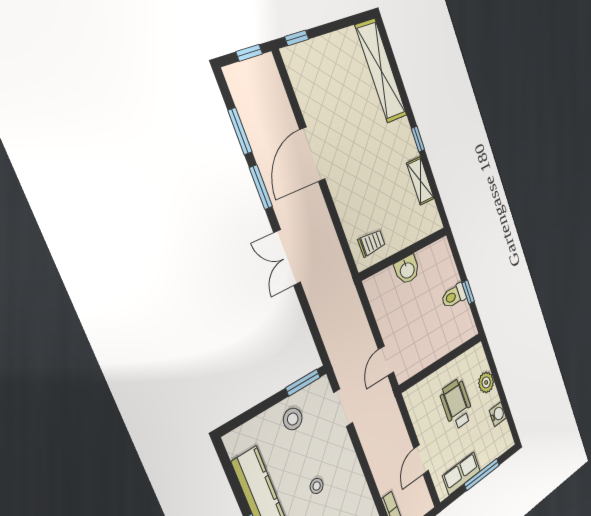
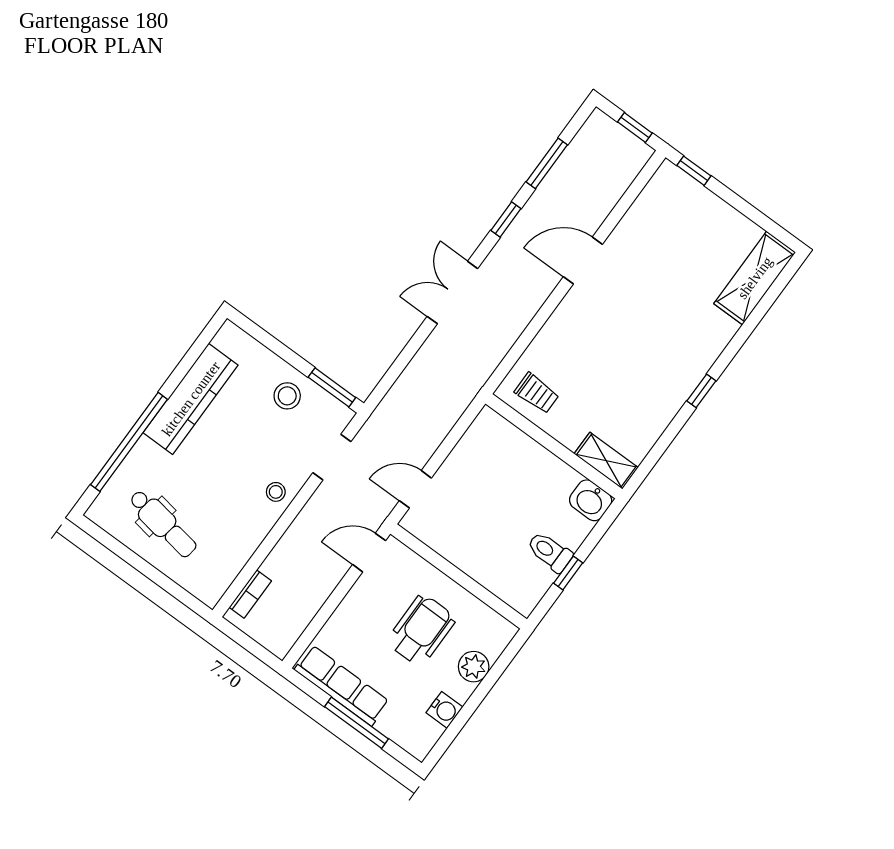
shelving: (381, 71) -> (755, 278), width x0.68
door: (312, 154) -> (583, 260), width x0.73
shelving: (420, 181) -> (606, 461), moved, turned 90
window: (261, 187) -> (506, 220), width x0.67
washbasin: (407, 270) -> (591, 500), moved
door: (421, 460) -> (369, 553), moved
row of seats: (462, 473) -> (342, 686), width x1.48
stool: (317, 486) -> (276, 492), moved

